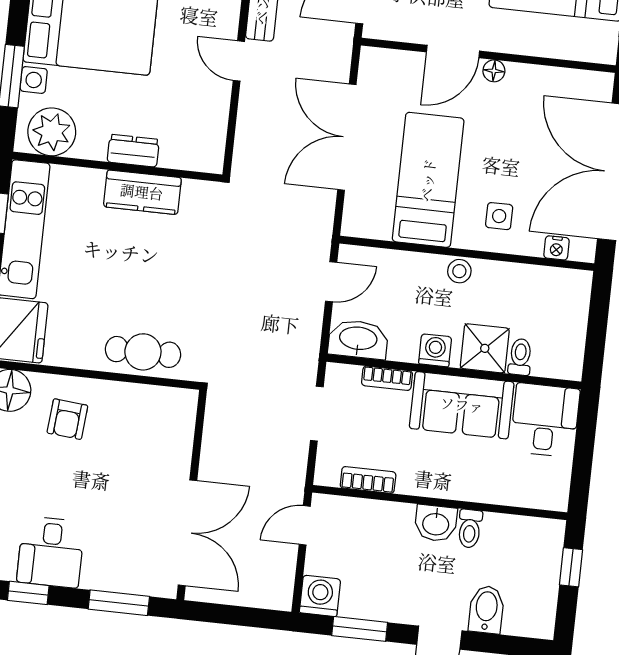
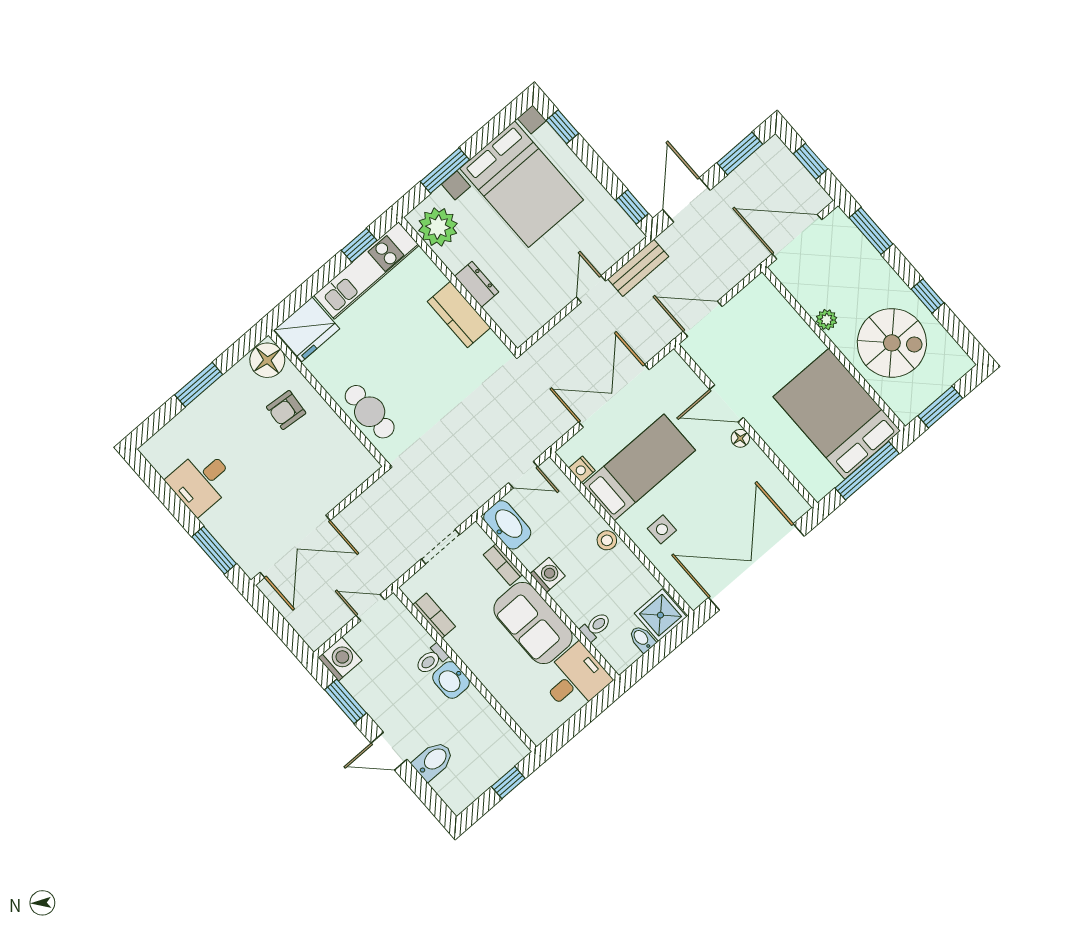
nightstand: (556, 248) -> (582, 469), moved
bidet: (572, 330) -> (642, 639), added
shower: (485, 348) -> (660, 615), moved
toilet: (470, 529) -> (431, 659), moved
window: (28, 593) -> (165, 493), removed

